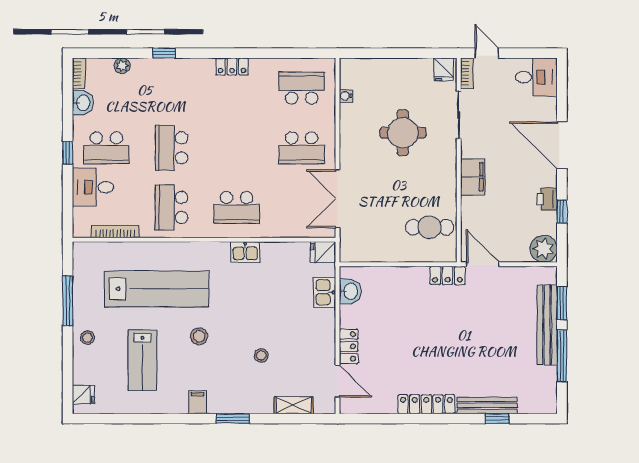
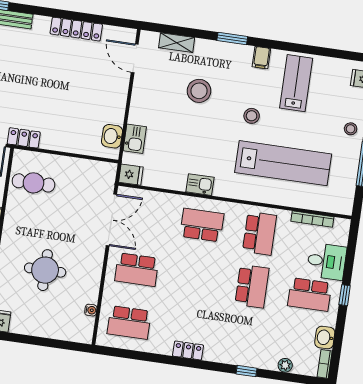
school desk: (106, 148) -> (310, 295), turned 180
school desk: (302, 148) -> (137, 270), turned 180
lab bench: (157, 289) -> (283, 163), turned 180
locker: (349, 346) -> (120, 88), removed
stool: (261, 355) -> (199, 91), width x1.89, depth x1.89
lab bench: (142, 360) -> (296, 83), moved
locker: (426, 404) -> (76, 29), moved

